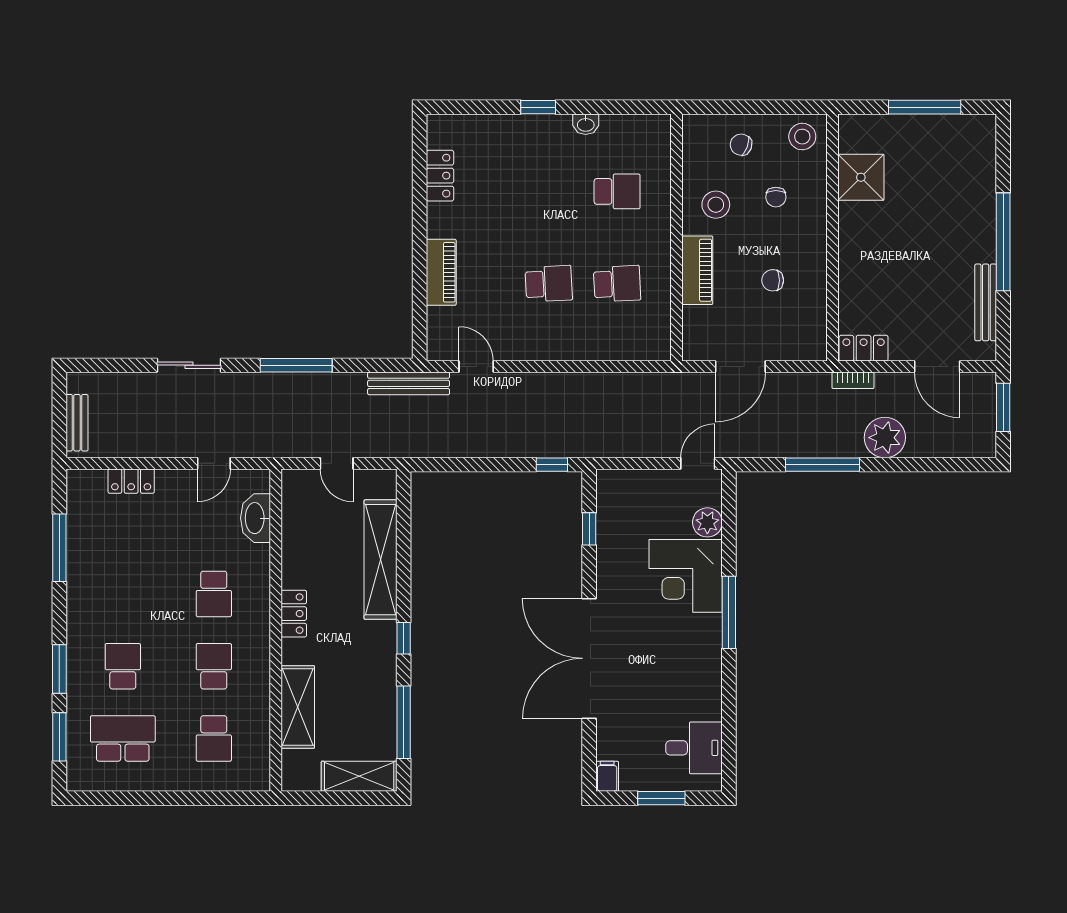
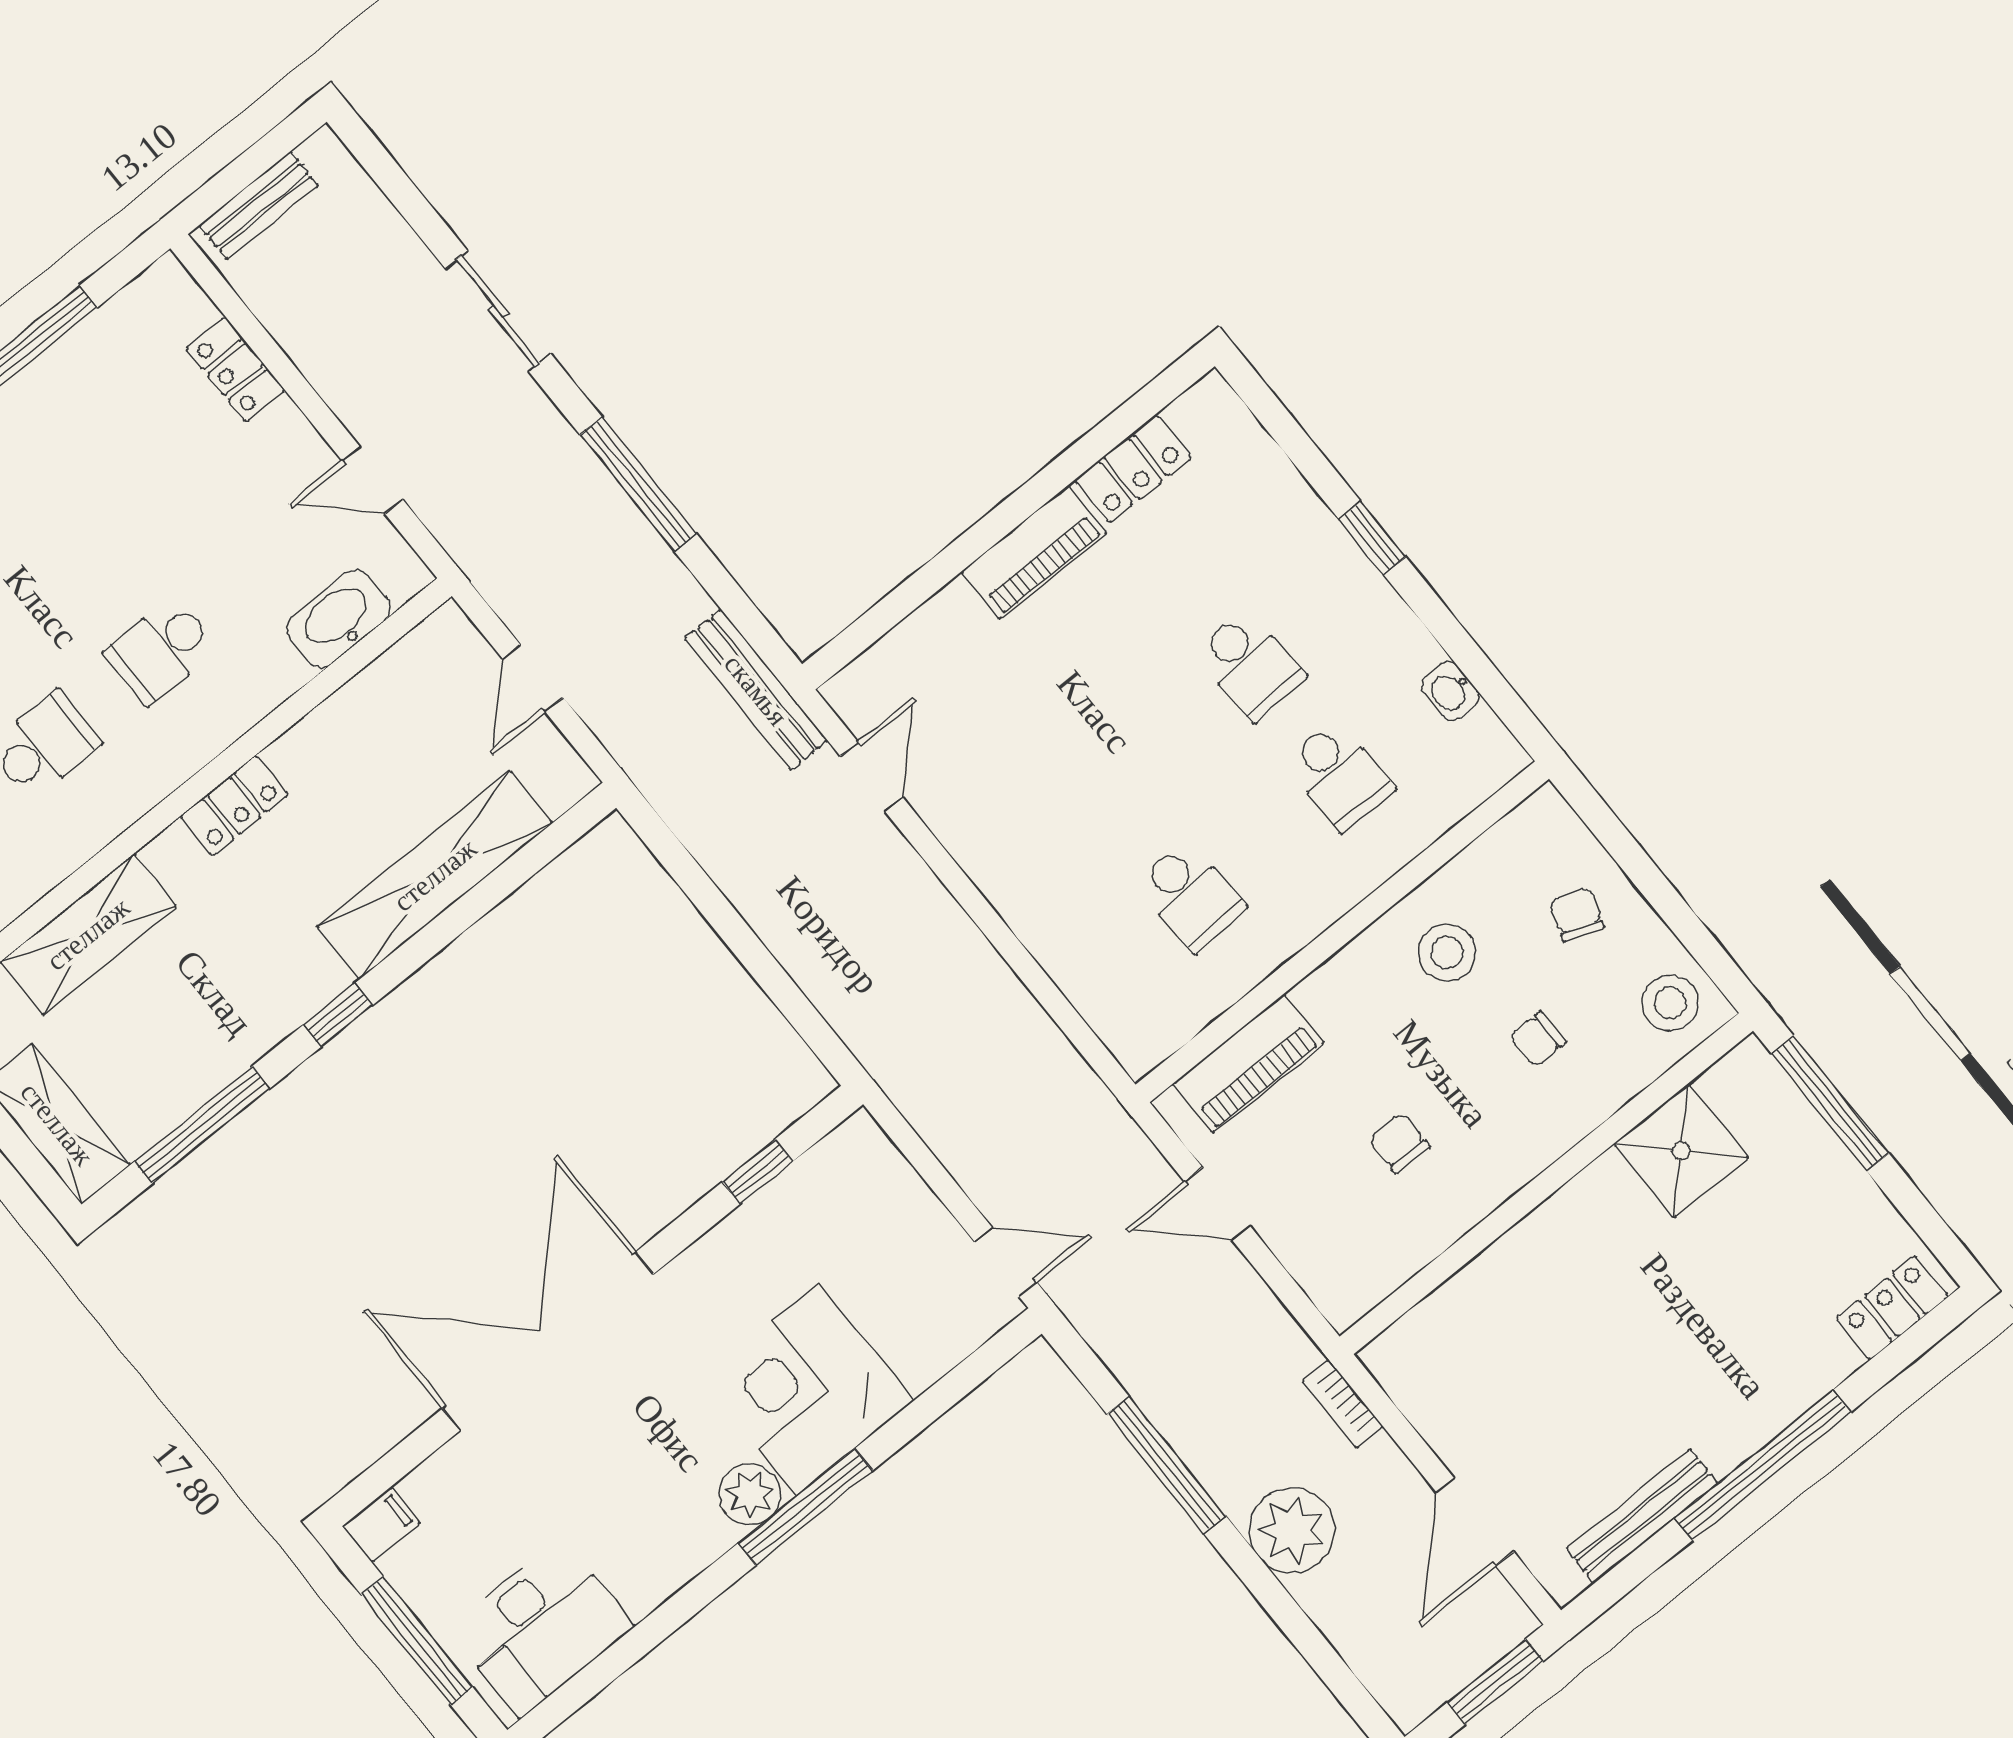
window: (925, 107) -> (1830, 1104), moved
washbasin: (586, 124) -> (1450, 691), moved
piano: (697, 270) -> (1248, 1064), moved
piano: (441, 272) -> (1034, 552), moved
school desk: (549, 284) -> (1250, 665), moved
locker: (864, 348) -> (1892, 1307), moved, turned -90
door: (740, 367) -> (1217, 1204), width x0.73
window: (552, 465) -> (812, 1028), removed
plant: (707, 522) -> (750, 1494), moved
desk: (694, 748) -> (541, 1628), width x1.37
window: (661, 798) -> (417, 1641), width x1.44

